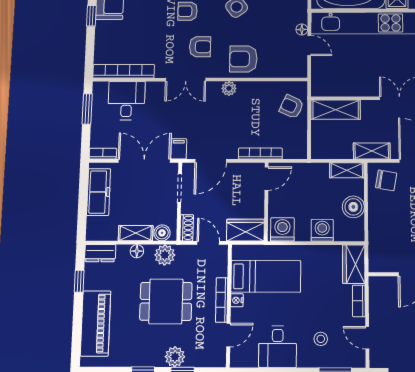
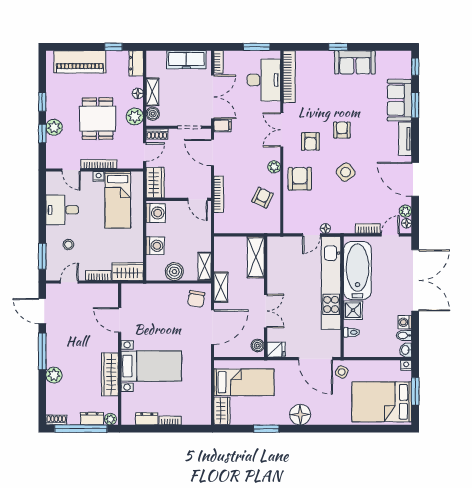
desk: (126, 101) -> (264, 80), width x1.37
armchair: (291, 107) -> (262, 198), moved

